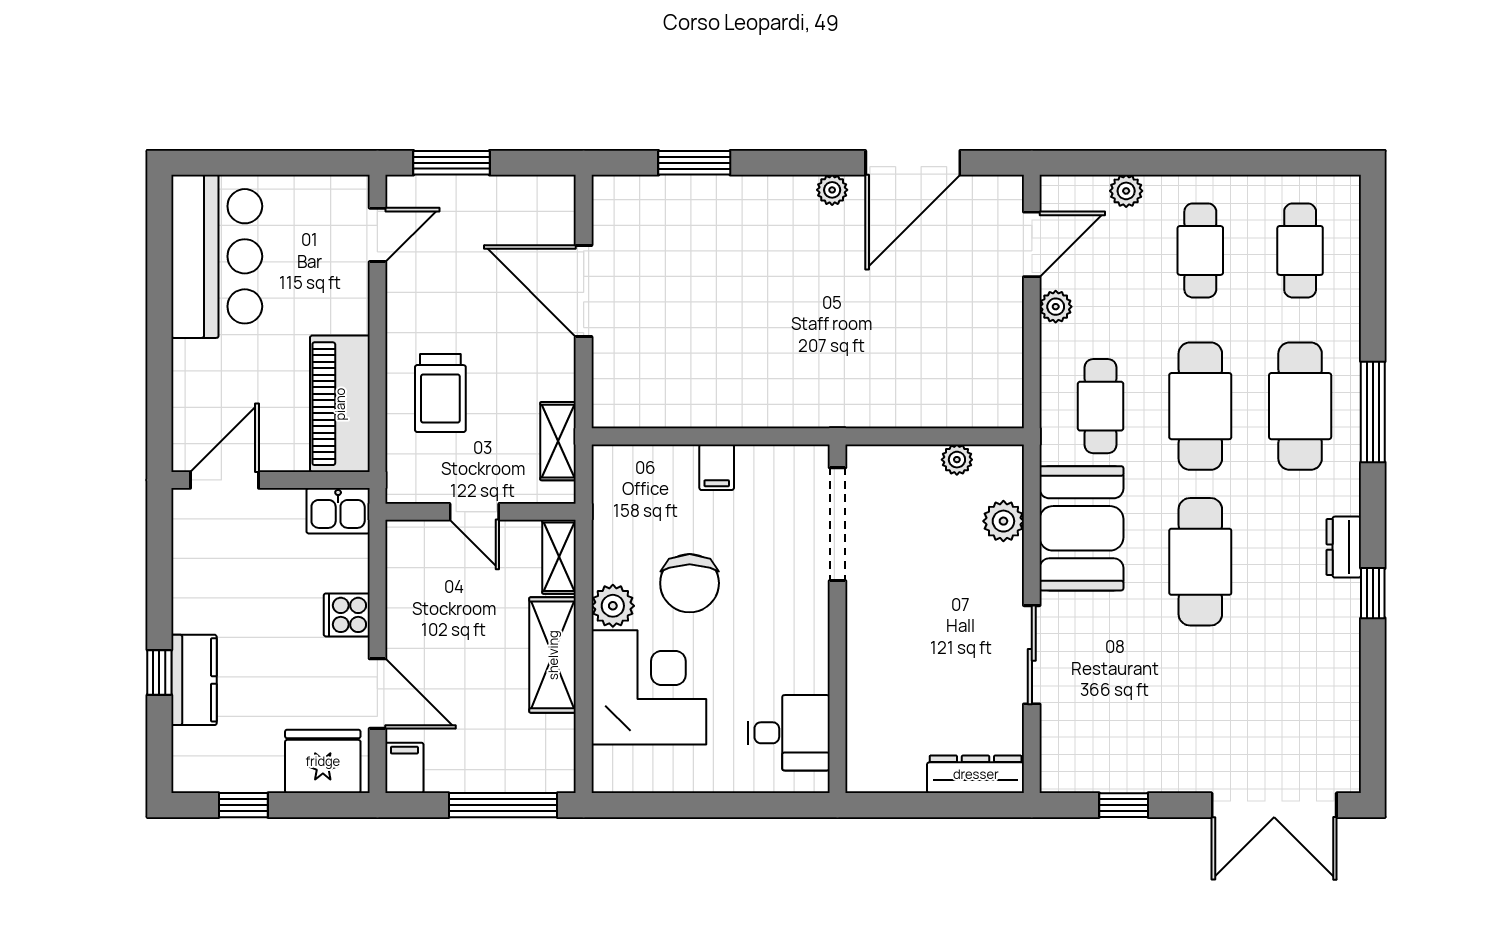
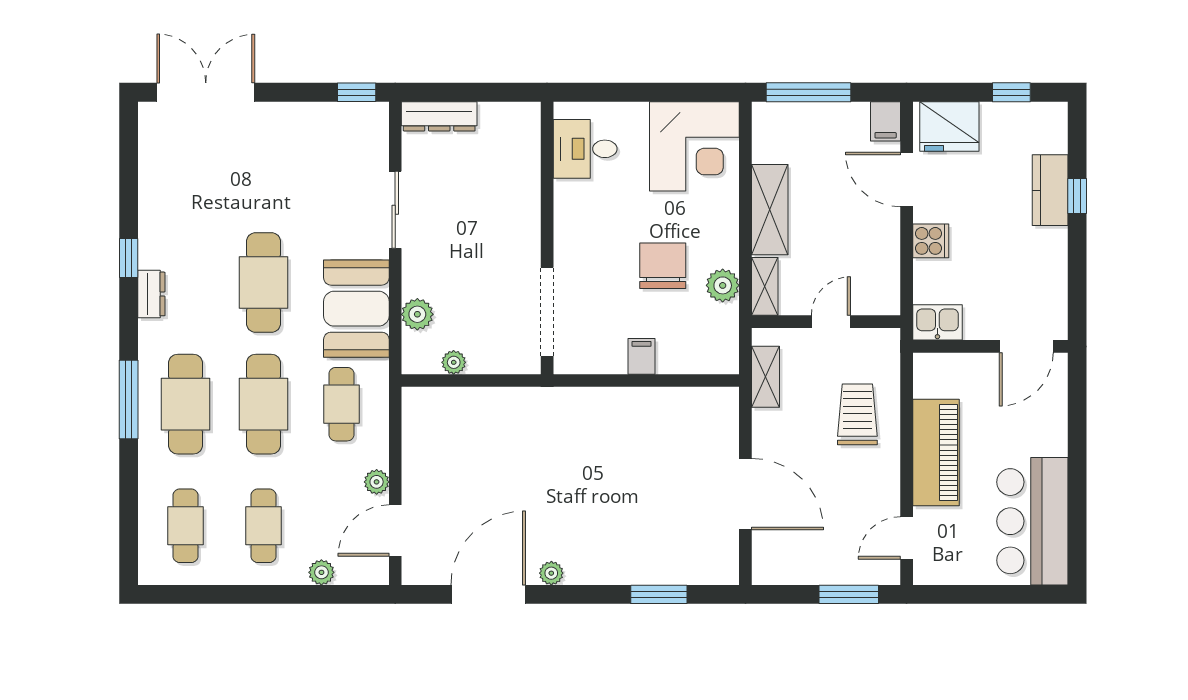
piano: (340, 404) -> (936, 453), moved
door: (474, 512) -> (831, 322), hinge flipped
plant: (613, 606) -> (723, 285), moved
corner desk: (649, 687) -> (694, 146), moved, turned -90
window: (1124, 805) -> (357, 92), moved

